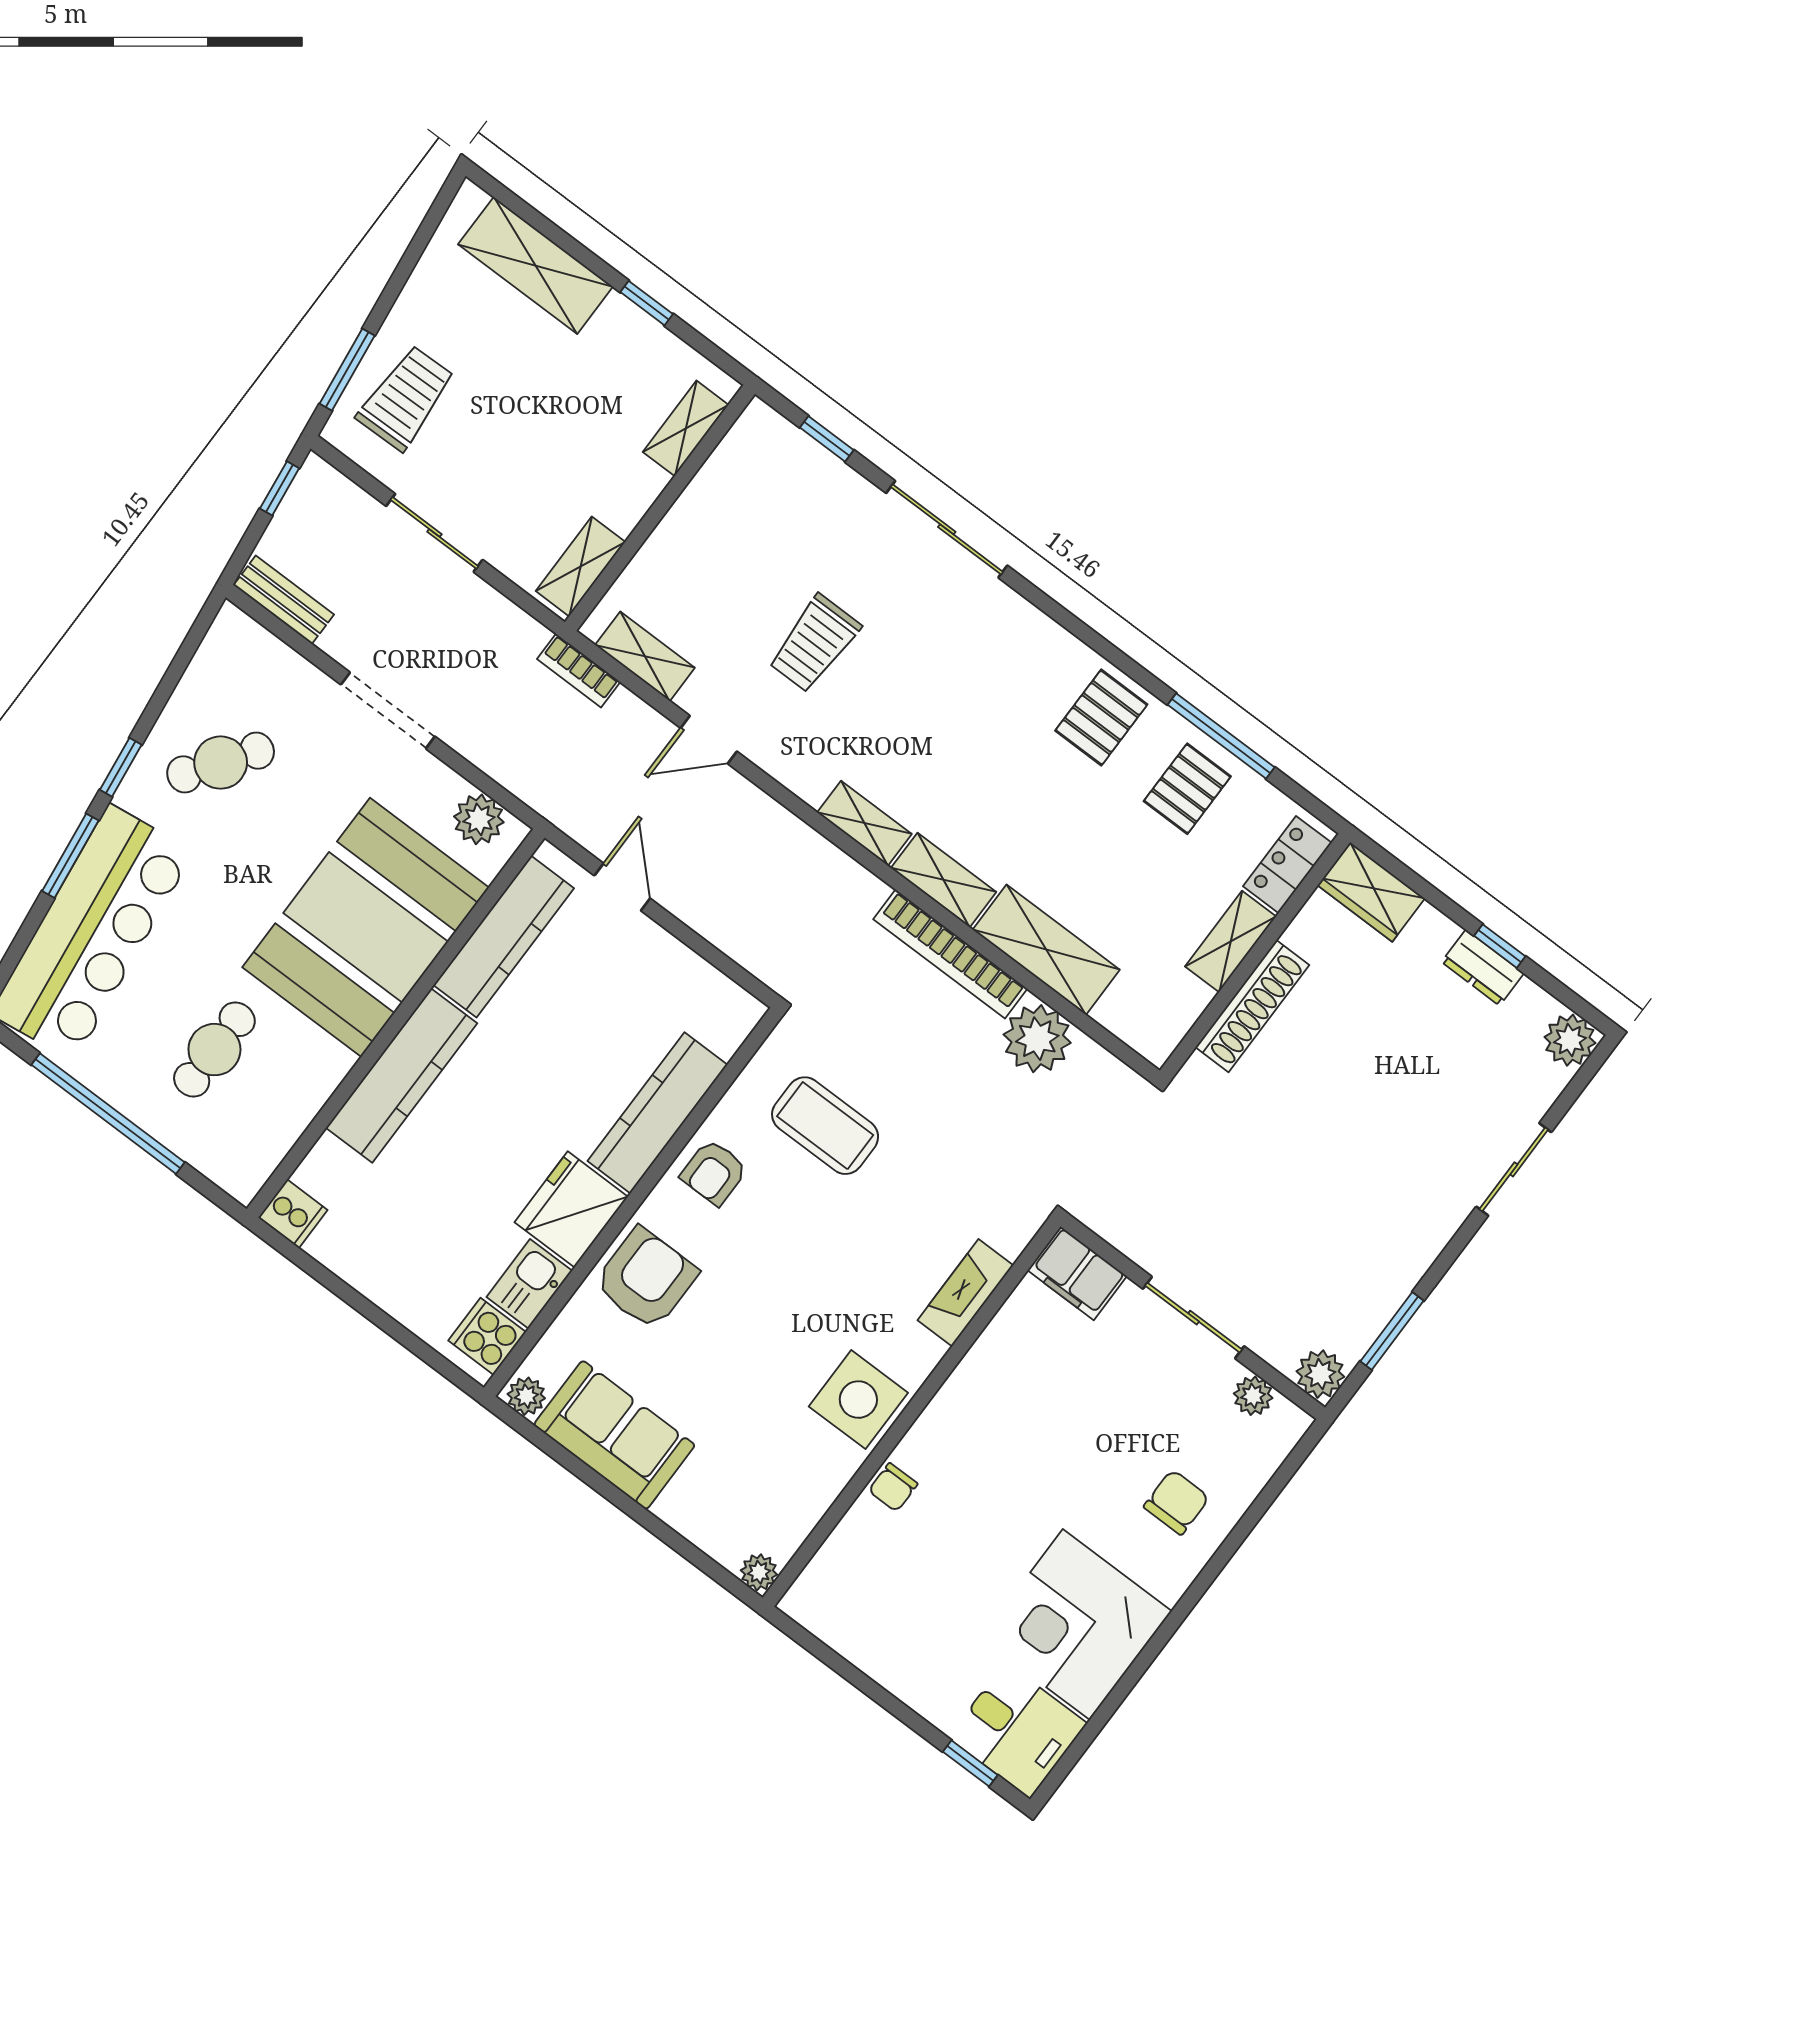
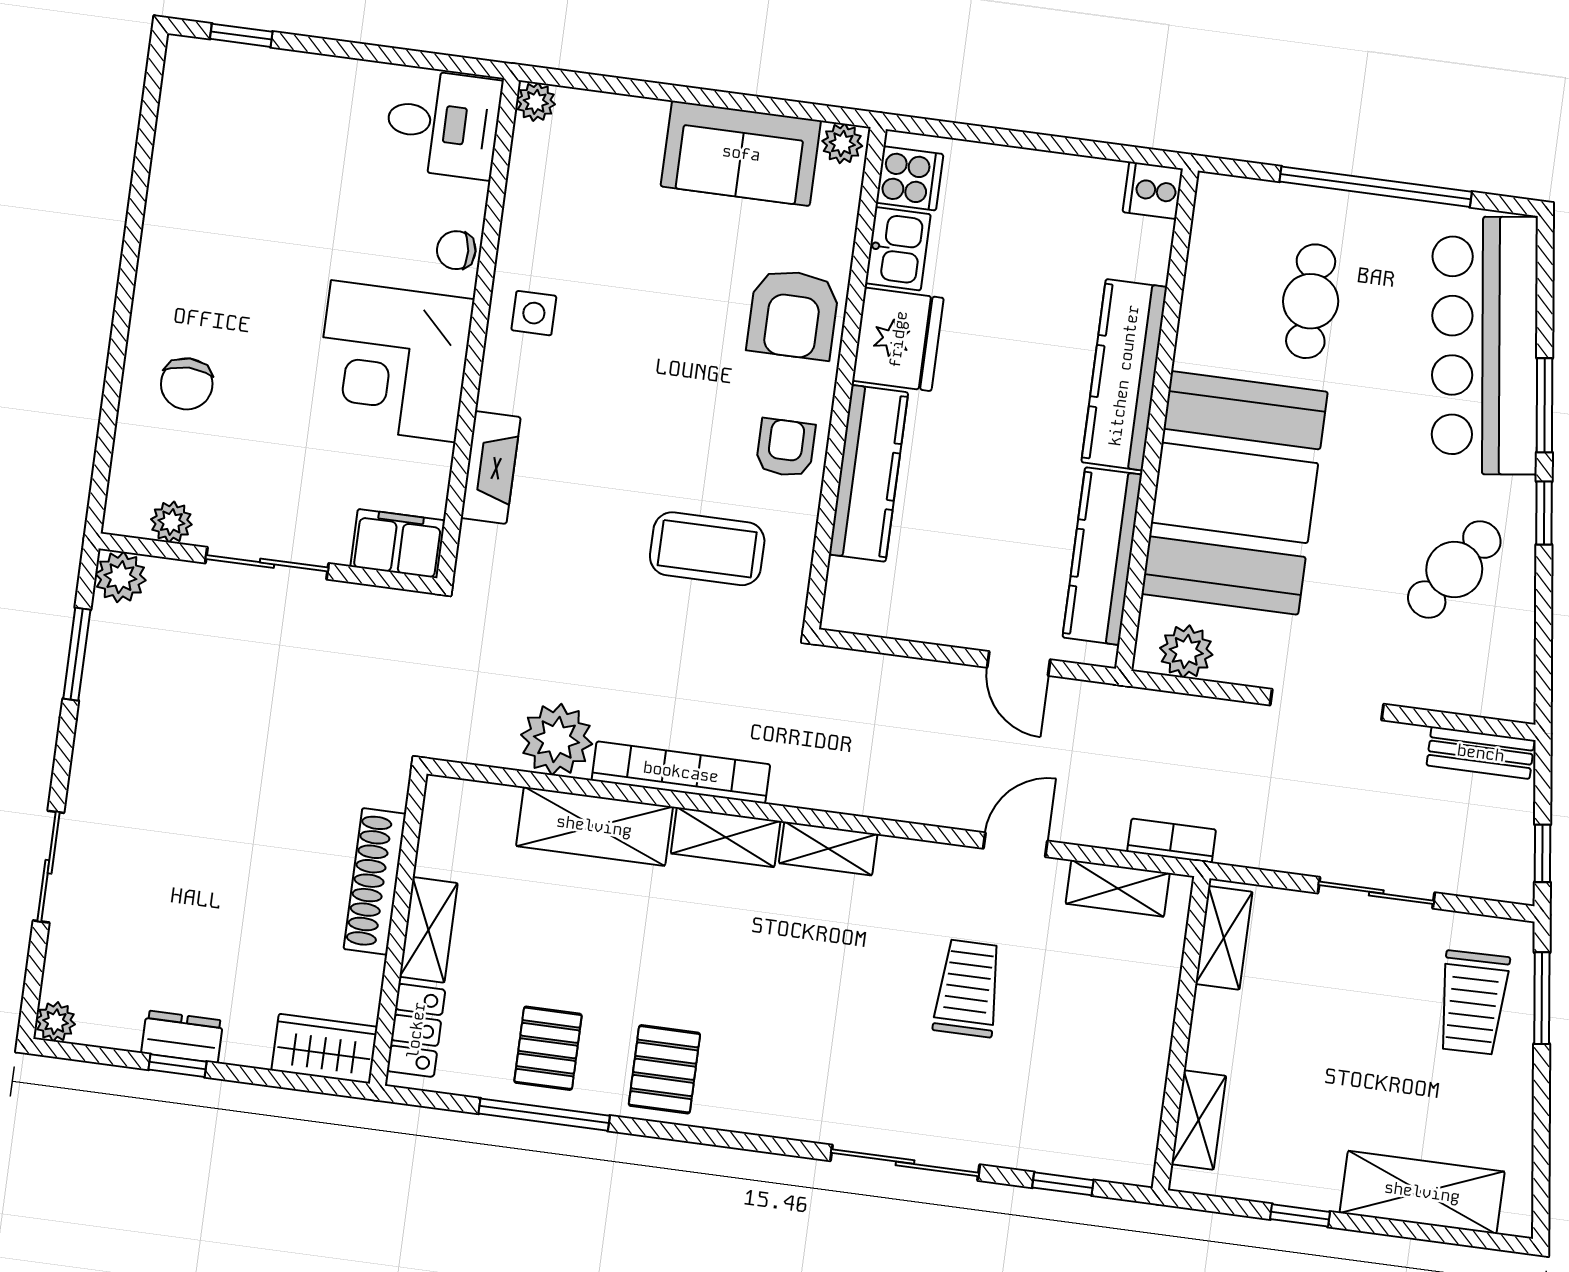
plant: (1570, 1040) -> (55, 1022), width x0.73, depth x0.73
side table: (858, 1400) -> (534, 313), width x0.54, depth x0.54
chair: (893, 1487) -> (456, 250), turned -94
corner desk: (1076, 1625) -> (393, 361), moved, turned 180
desk: (1018, 1730) -> (443, 124), moved, turned 180

